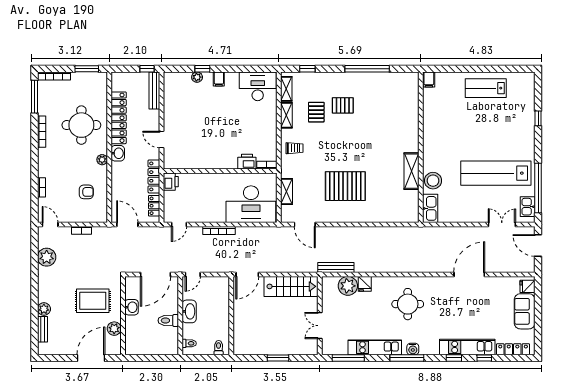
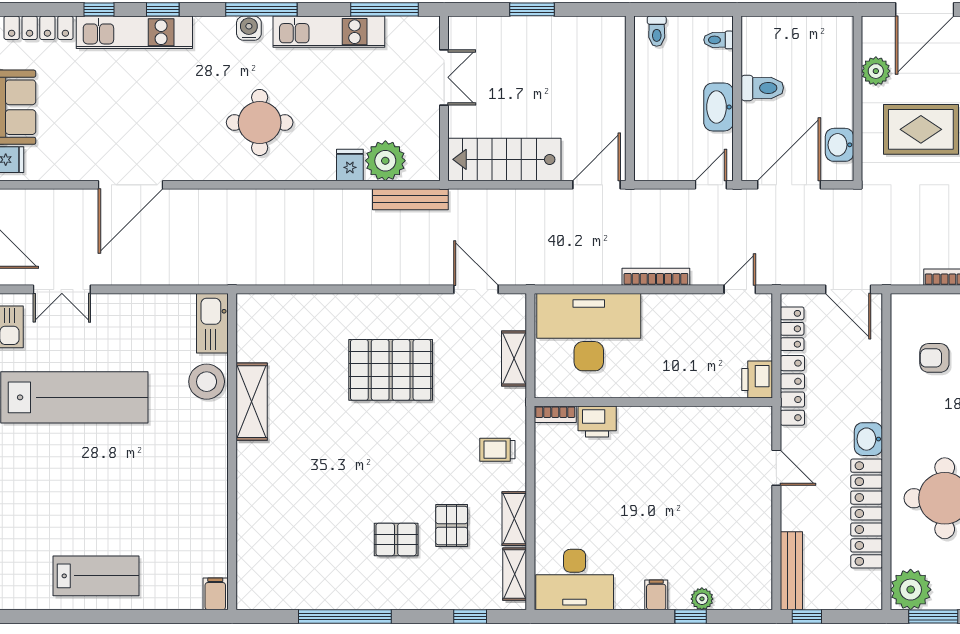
plant: (102, 160) -> (911, 590), moved, width x1.87, depth x1.87
washbasin: (131, 307) -> (840, 145), moved

